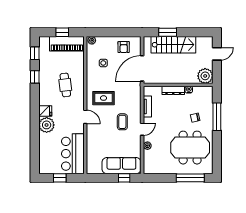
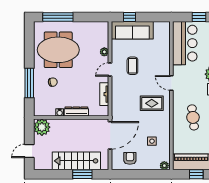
coffee table: (122, 122) -> (132, 66), moved

